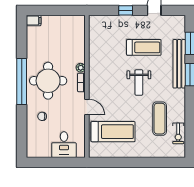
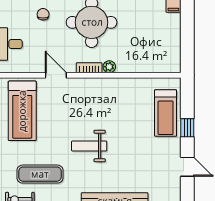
treadmill: (144, 47) -> (166, 113), moved
door: (87, 107) -> (56, 75), swing flipped

